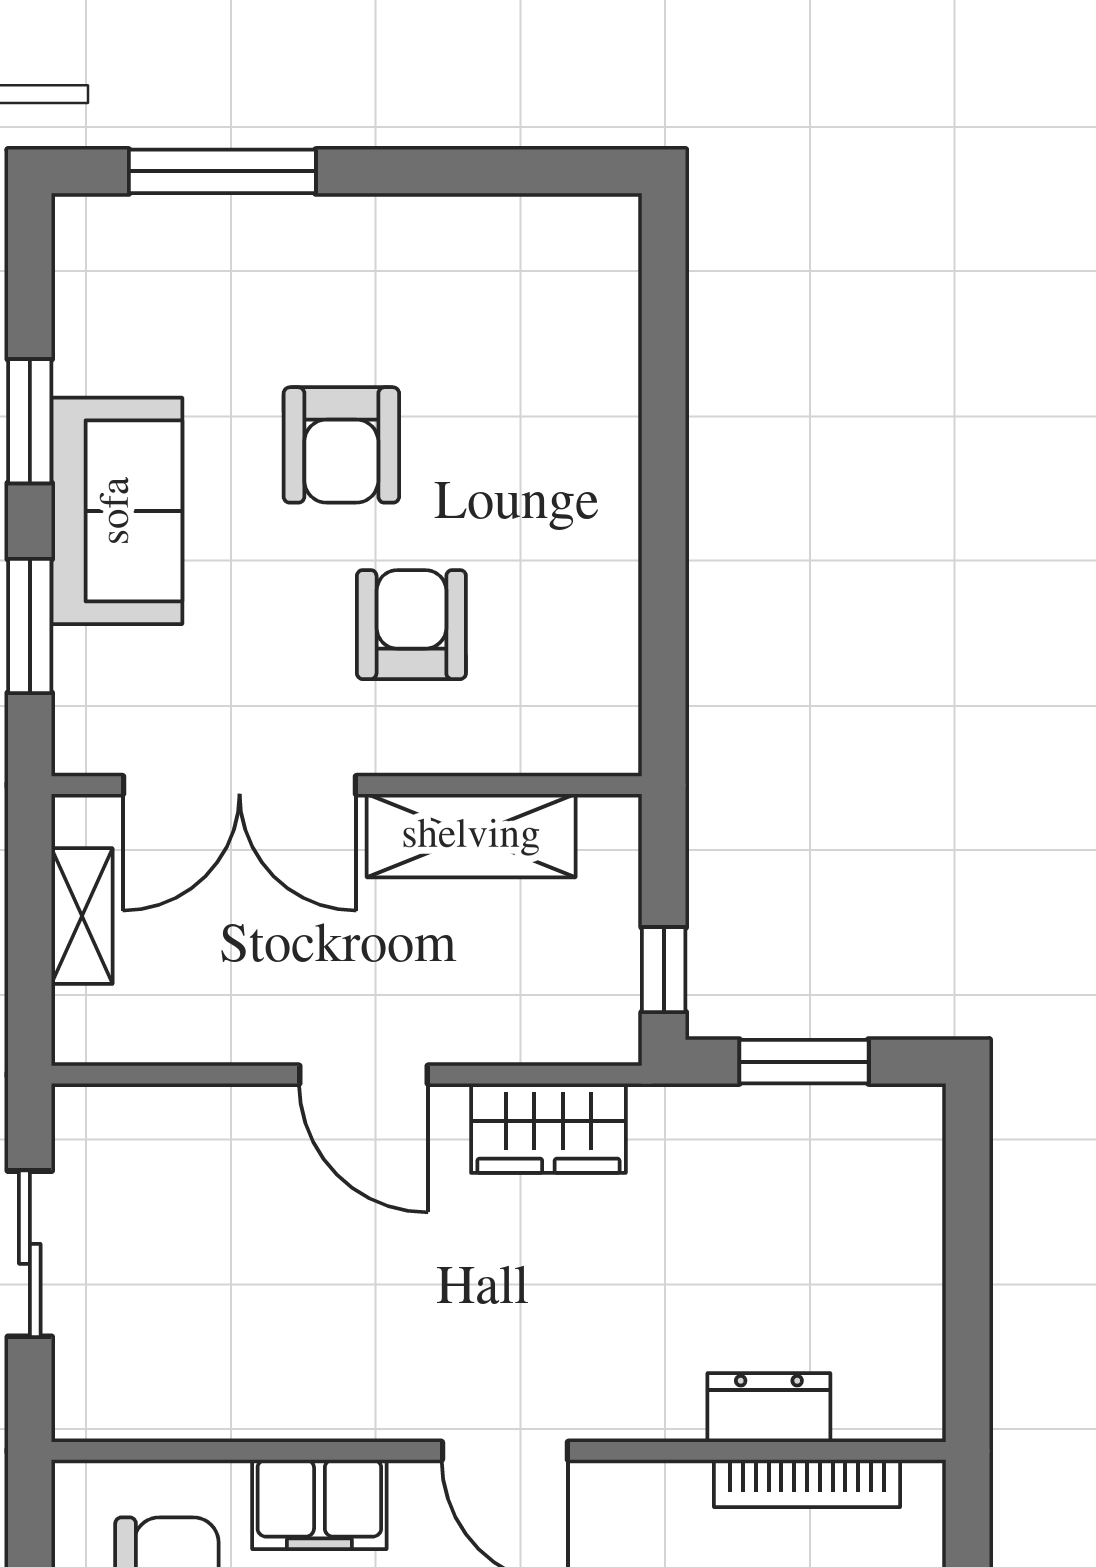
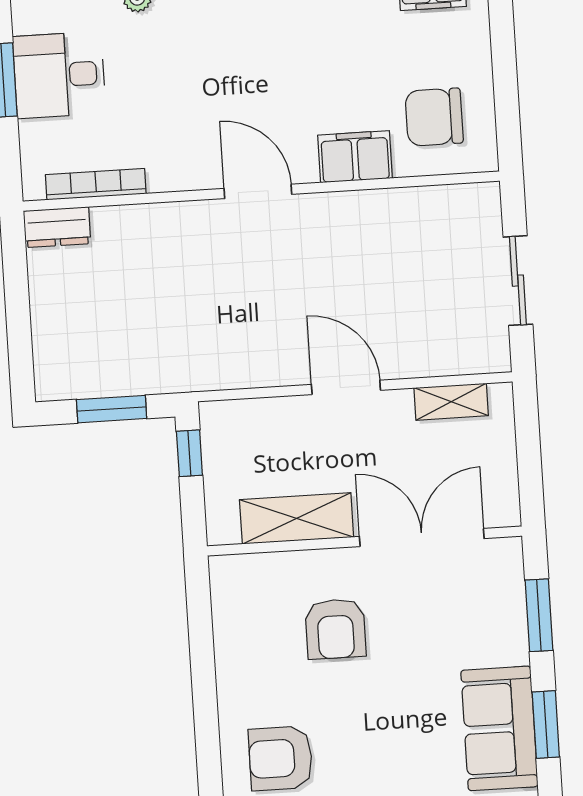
armchair: (341, 445) -> (281, 758), moved, turned -90
sofa: (117, 511) -> (499, 728), moved
shelving: (82, 916) -> (451, 402), moved, turned 90
wardrobe: (548, 1128) -> (246, 365), removed
dresser: (769, 1408) -> (57, 227), moved

